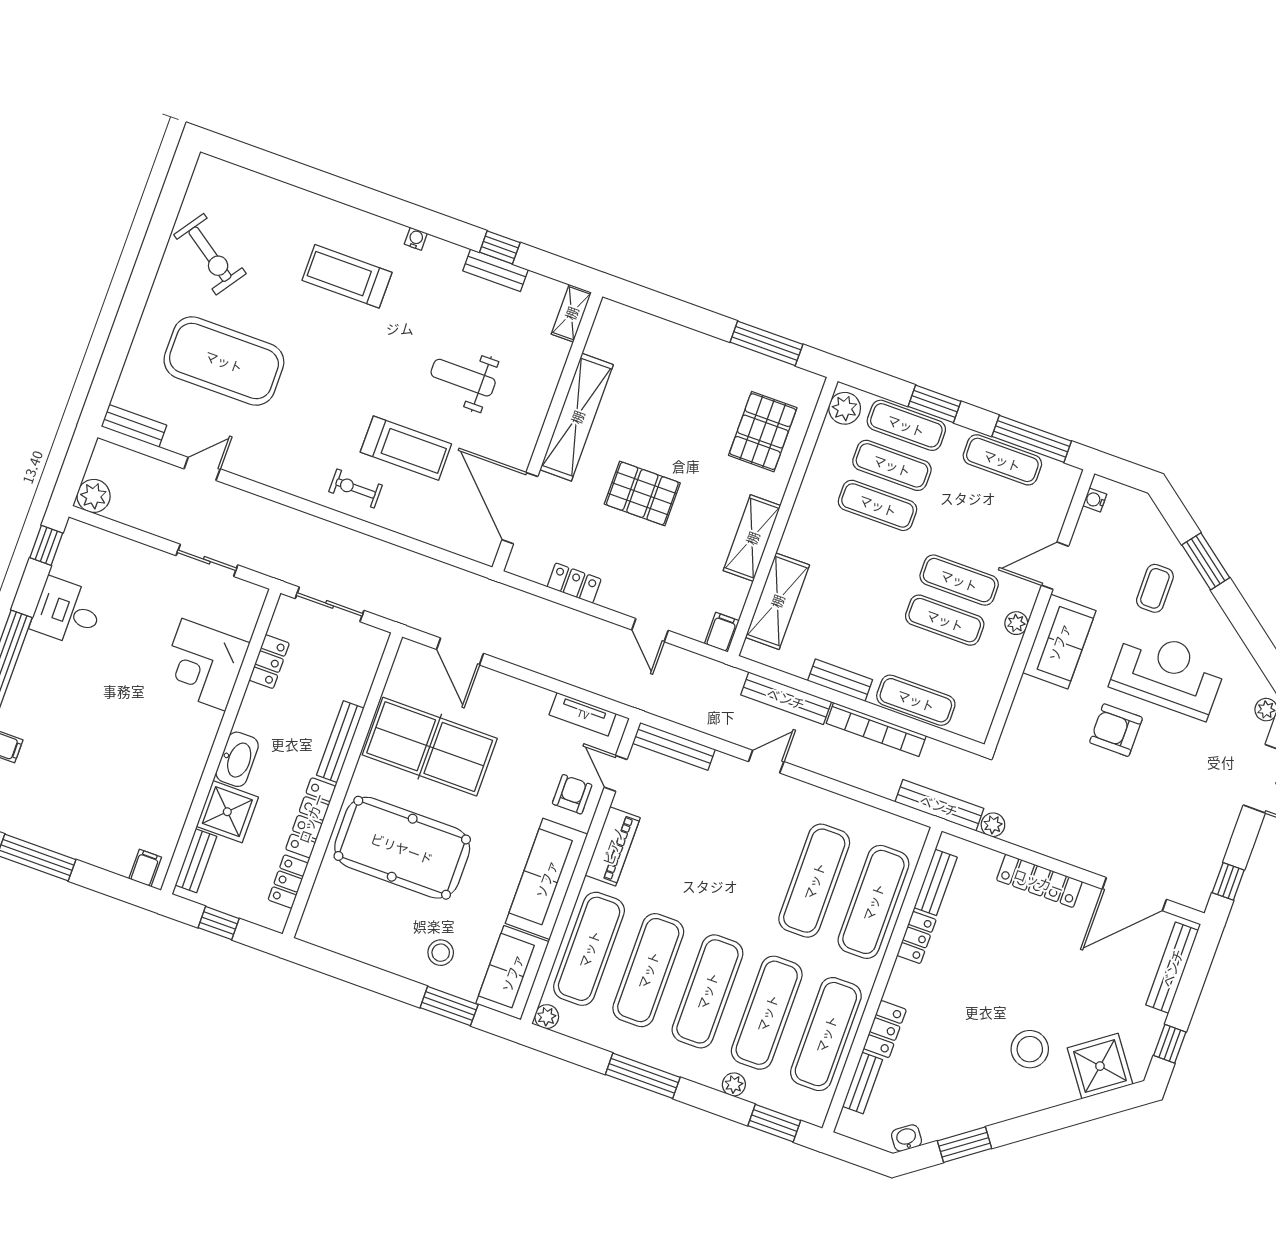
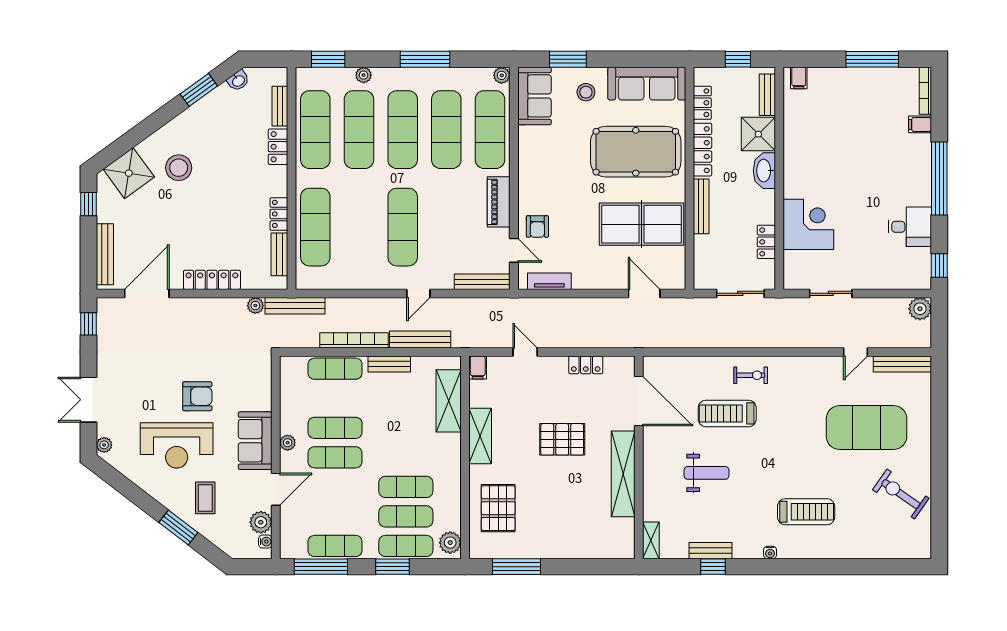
bench: (134, 426) -> (902, 364), width x1.36
plant: (1091, 528) -> (261, 522), added
sofa: (546, 879) -> (647, 84), moved, turned 90
exercise mat: (814, 881) -> (403, 227), moved

